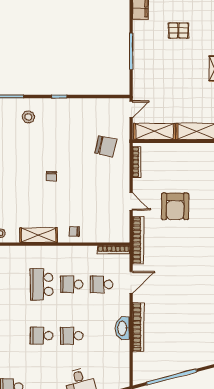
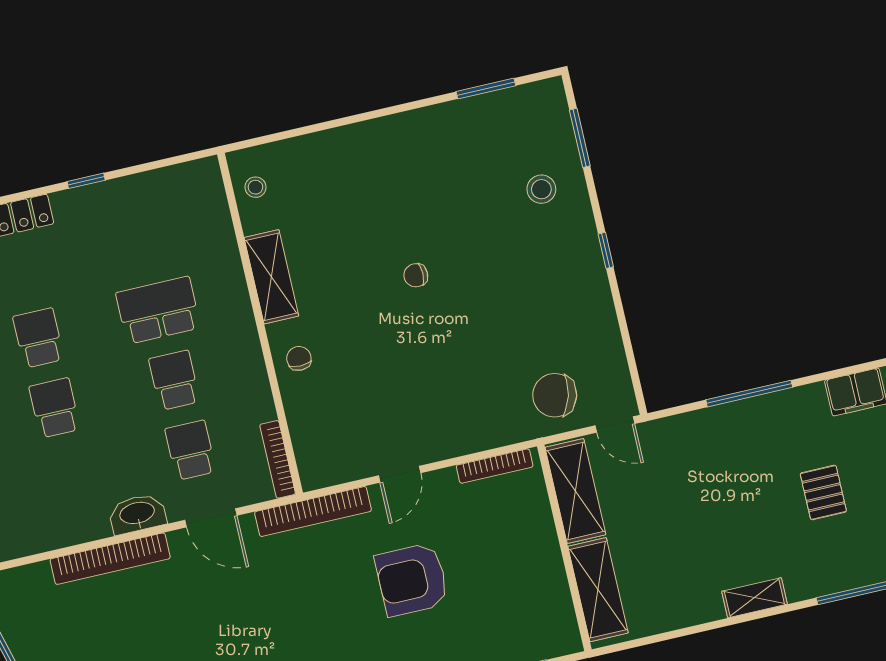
chair: (106, 146) -> (555, 395), moved, turned 93
washbasin: (123, 328) -> (137, 514), moved

